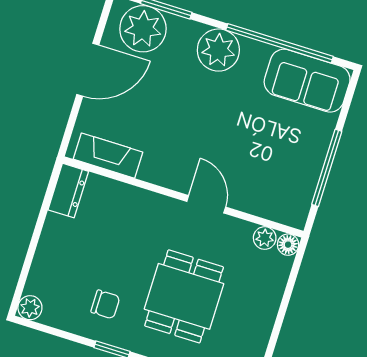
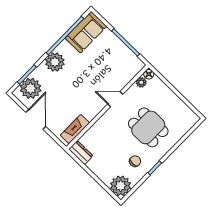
plant: (30, 308) -> (121, 186), width x1.87, depth x1.87

